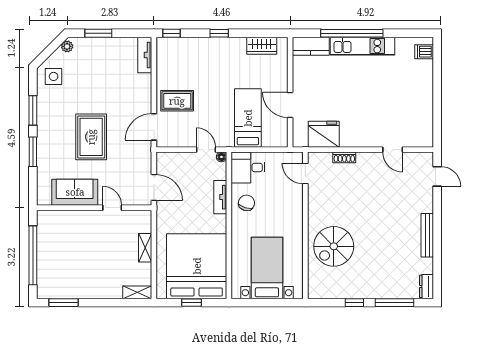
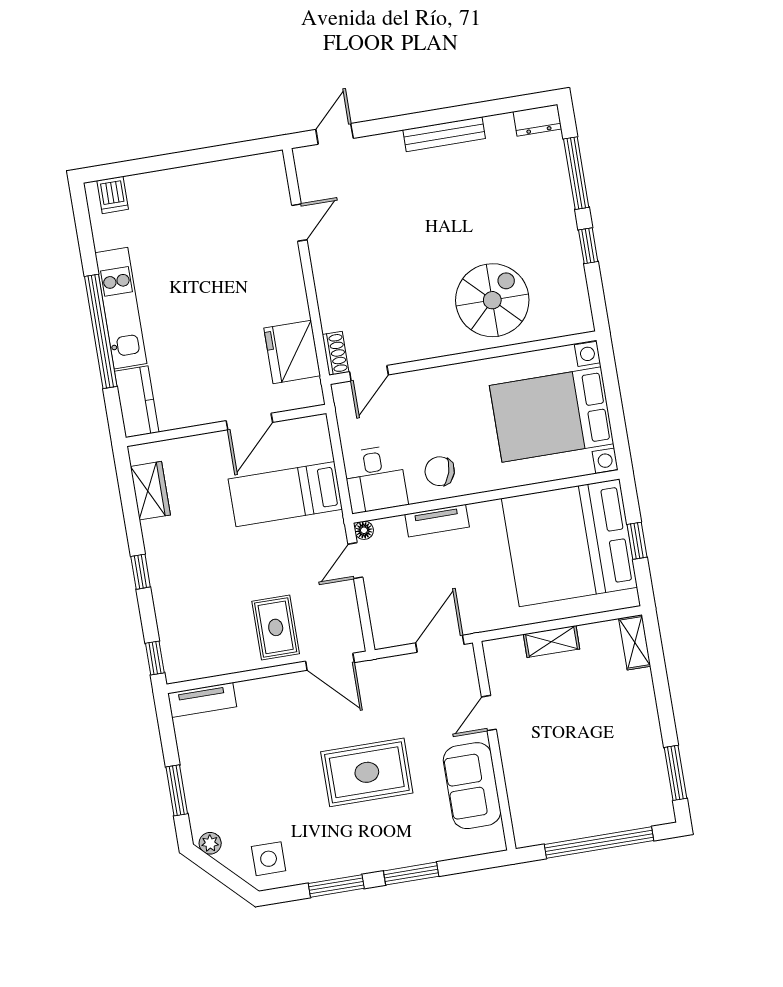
shoe rack: (344, 157) -> (336, 353), moved
spiral stairs: (334, 246) -> (492, 300), turned -90
bed with nightstands: (267, 268) -> (552, 415), width x1.36

